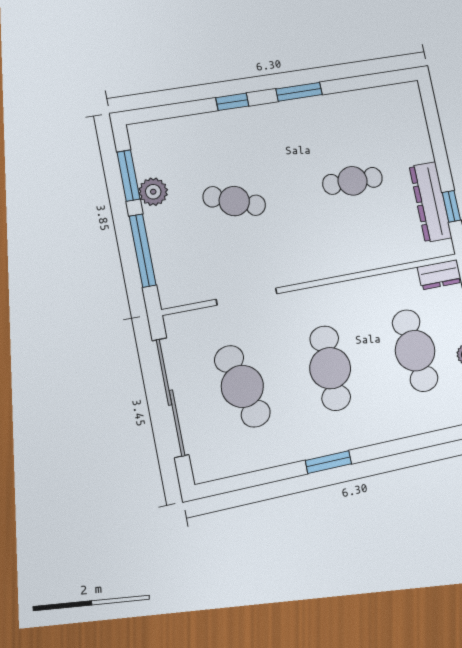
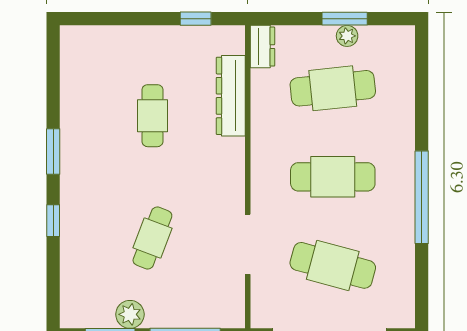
dresser: (431, 202) -> (231, 96), moved, turned 90
cafe table: (242, 386) -> (333, 265), turned 30
window: (328, 462) -> (422, 197), width x2.11

